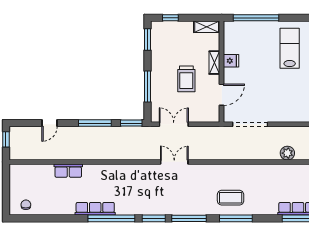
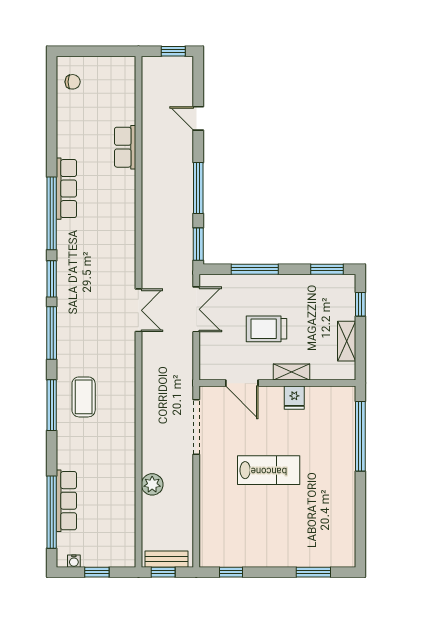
shelving: (207, 27) -> (347, 341), moved
lab bench: (290, 48) -> (269, 470), moved

